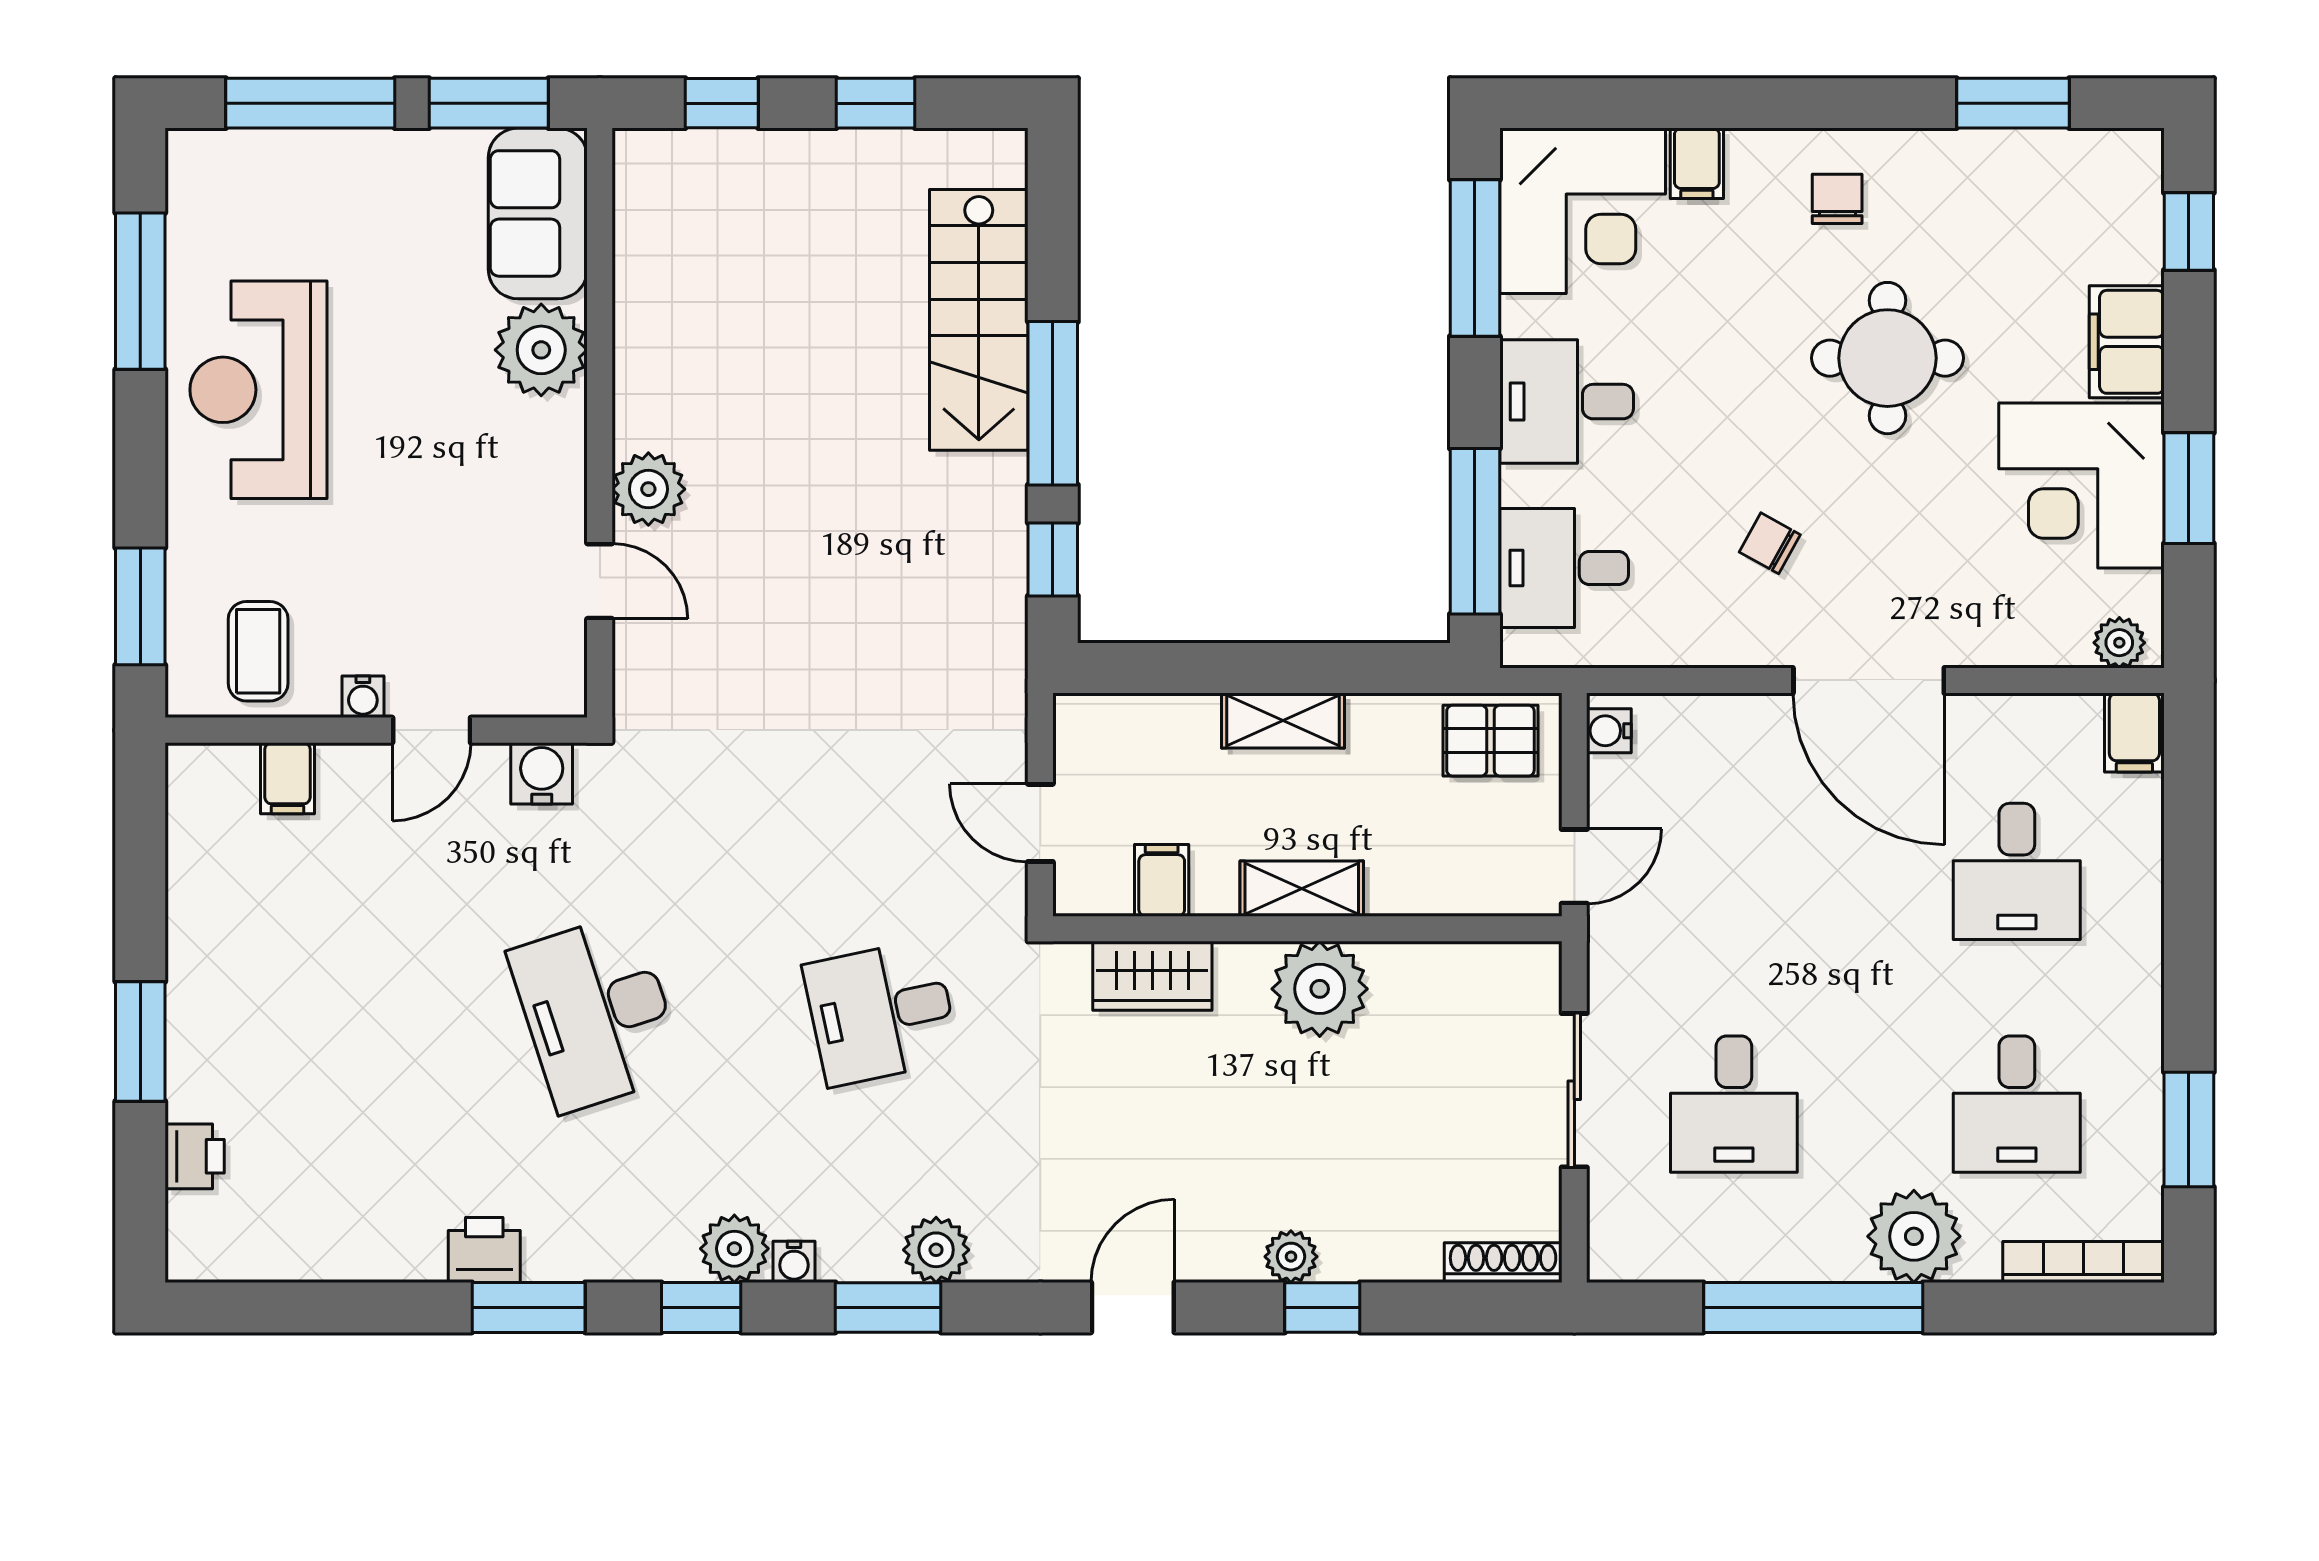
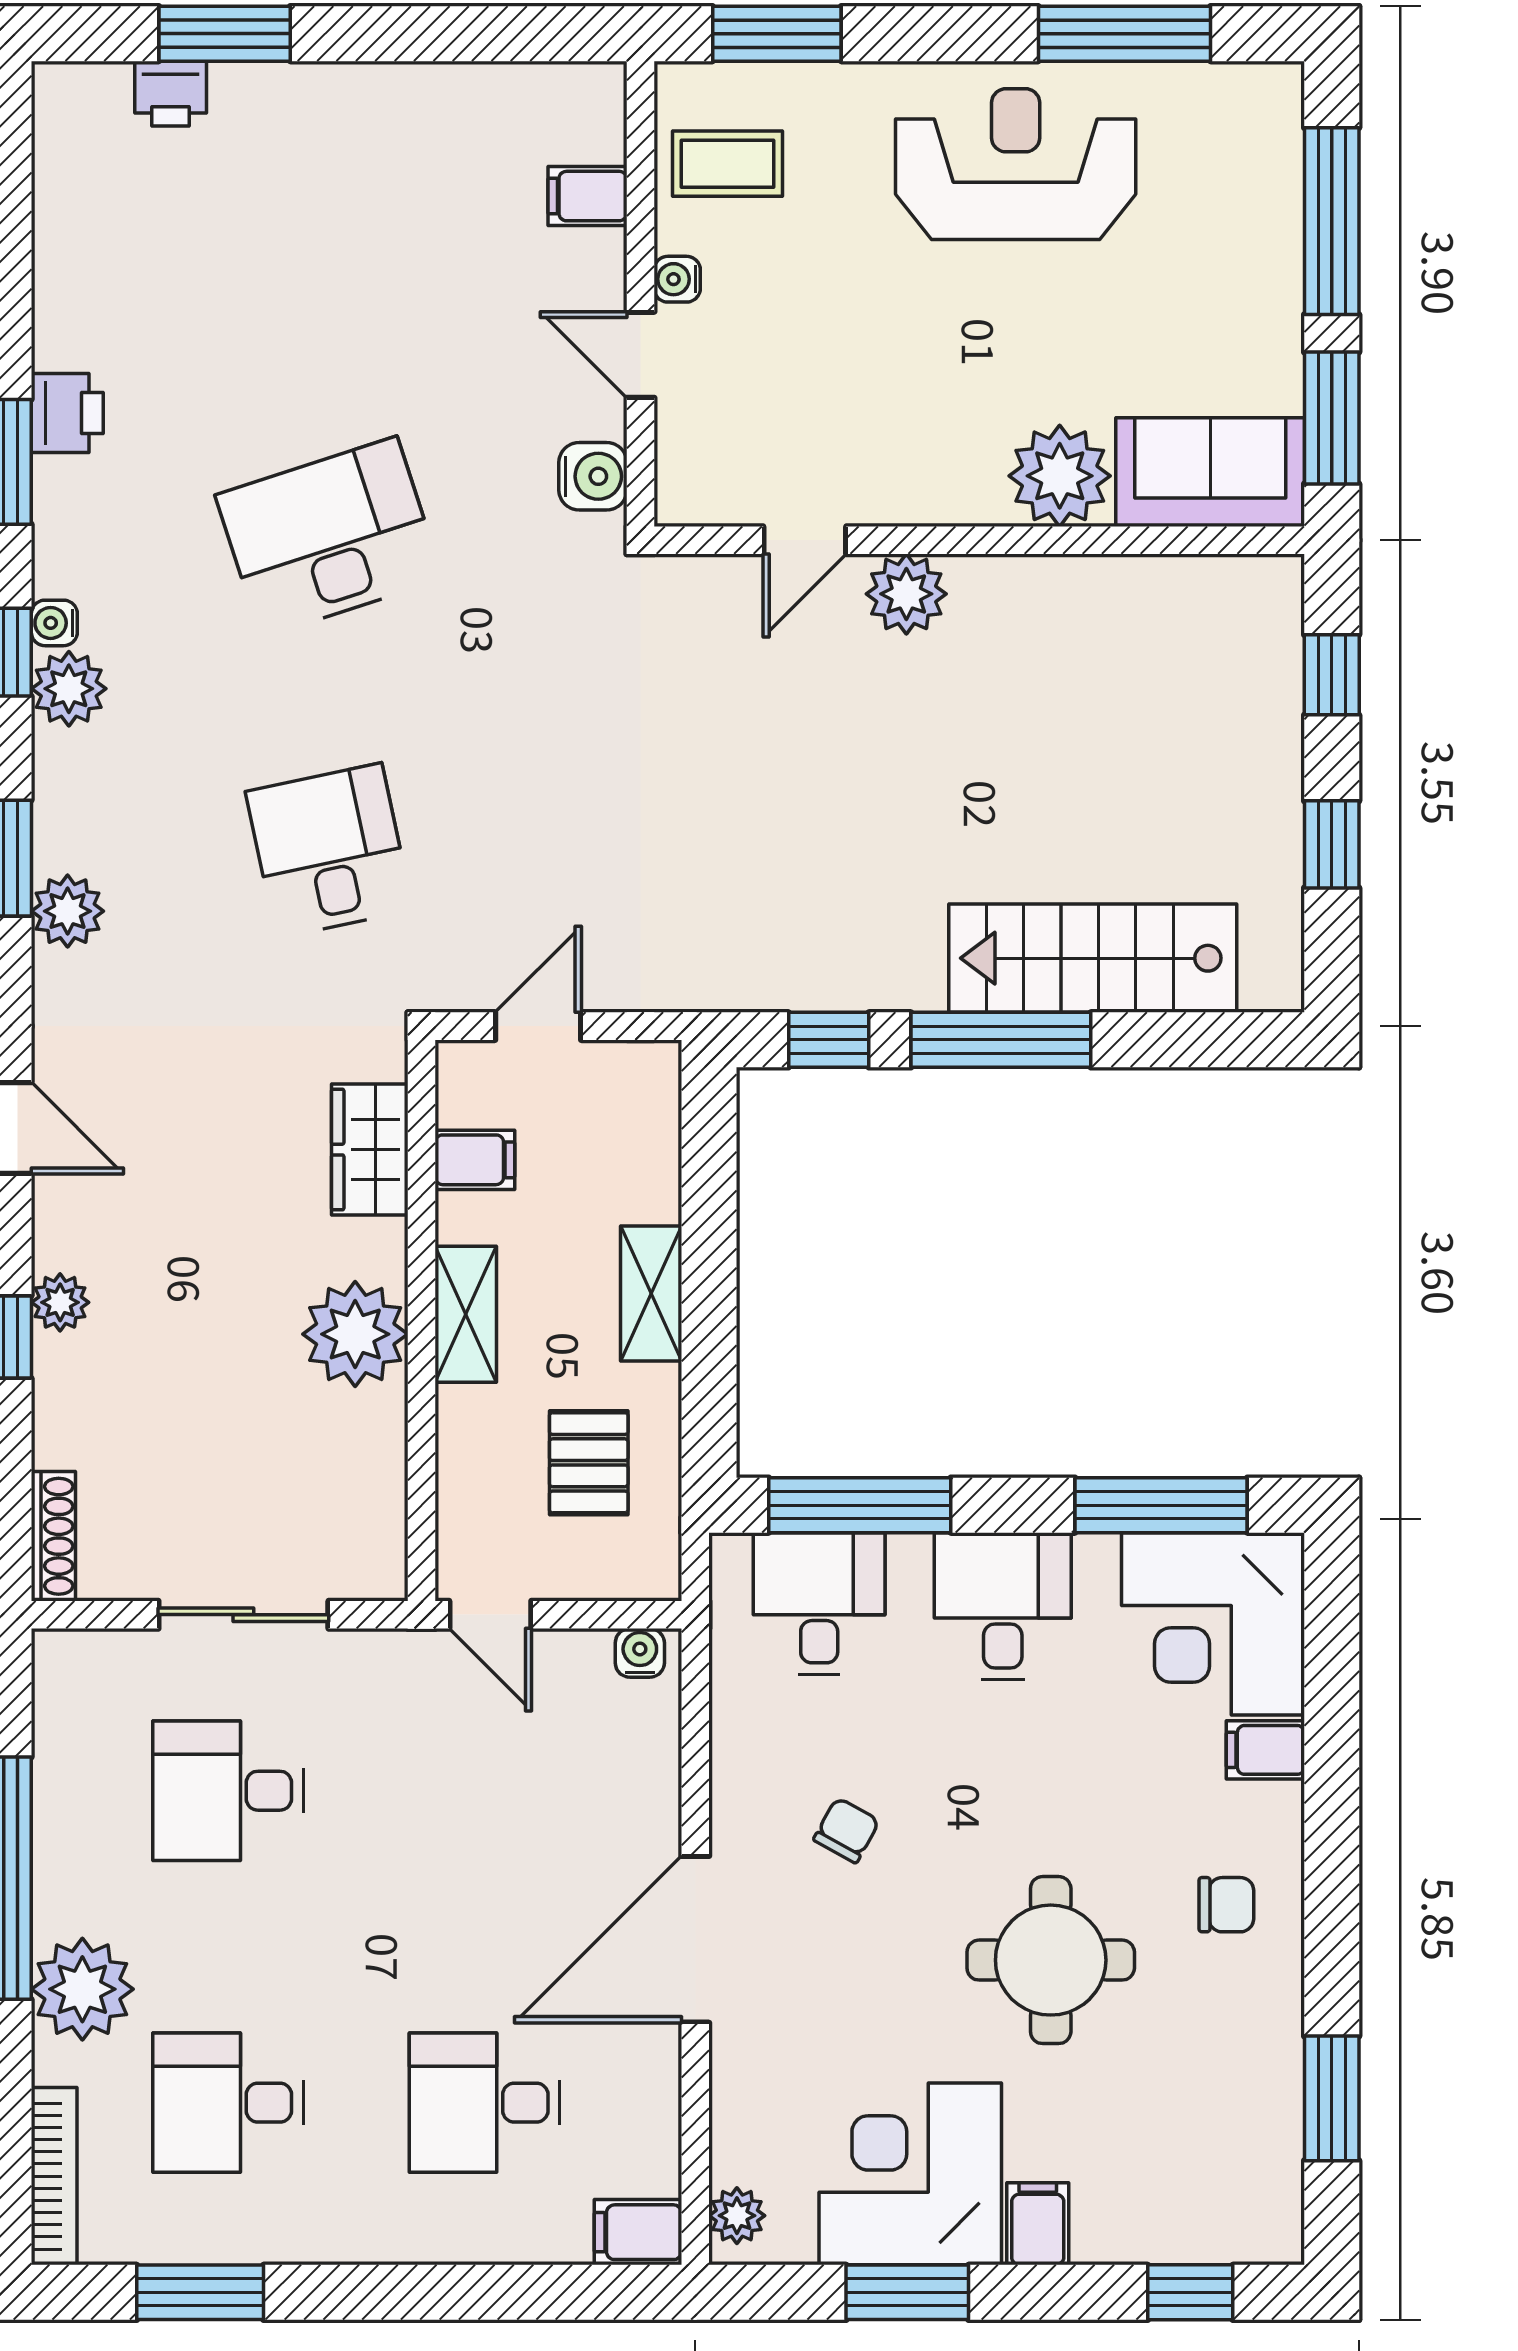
filing cabinet: (2127, 342) -> (1038, 2224), width x0.50
pallet: (1490, 741) -> (589, 1463), moved
window: (140, 1041) -> (225, 34), moved
water cooler: (794, 1262) -> (54, 623), moved

